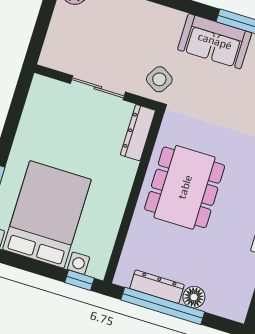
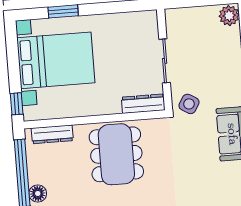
dining table: (185, 187) -> (116, 154), turned 90
dresser: (157, 287) -> (52, 134), moved, turned 90

